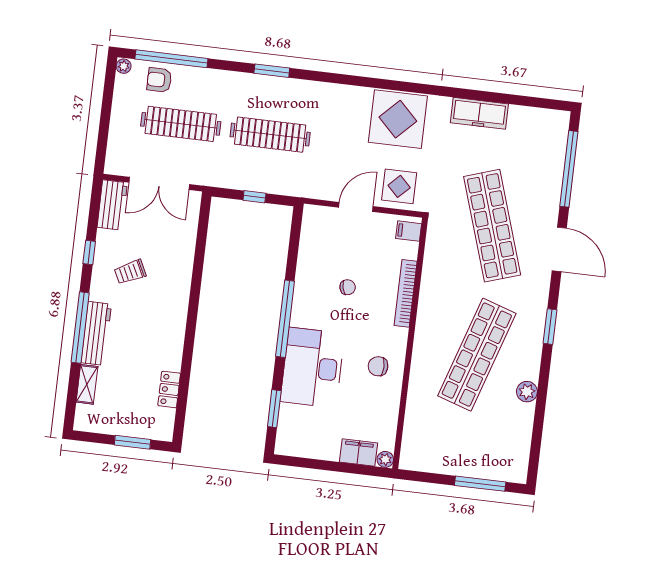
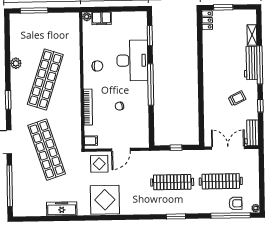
locker: (169, 389) -> (207, 20), moved

